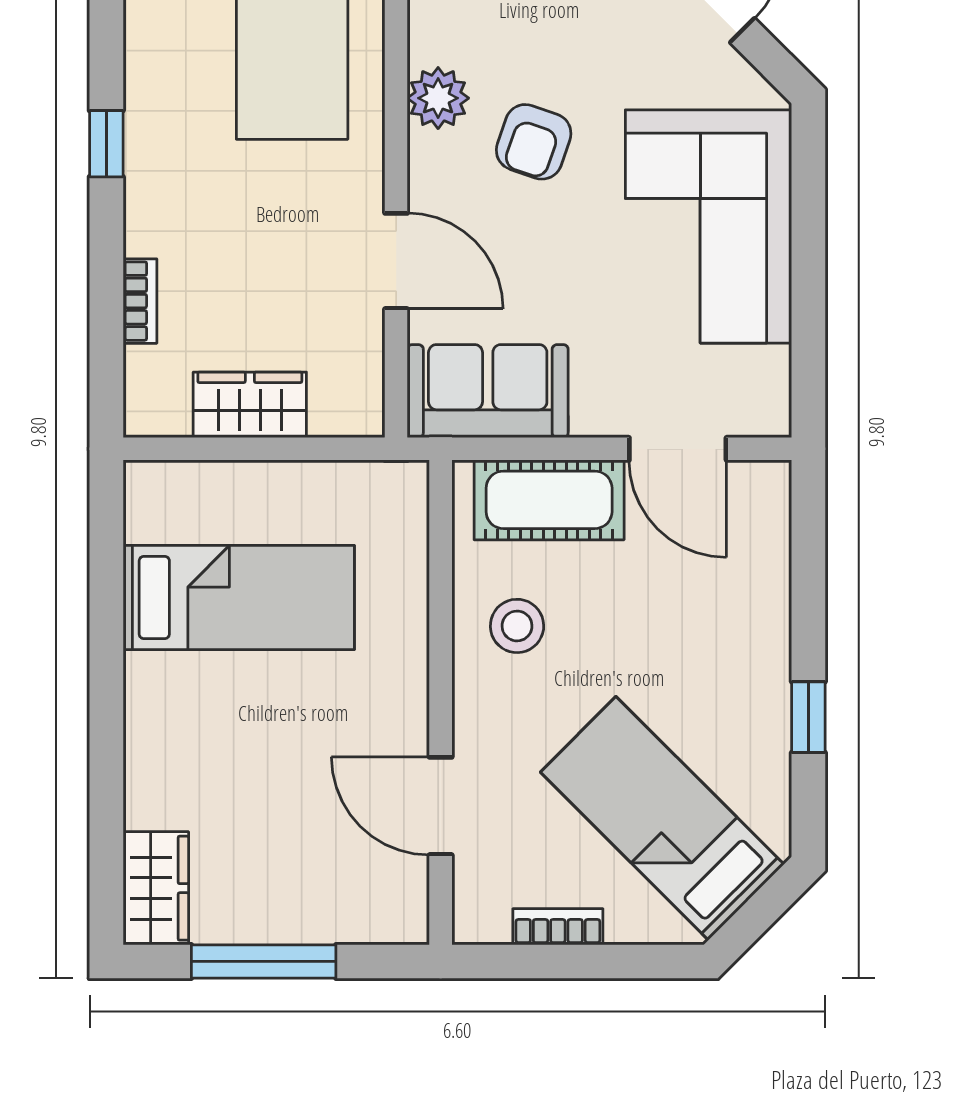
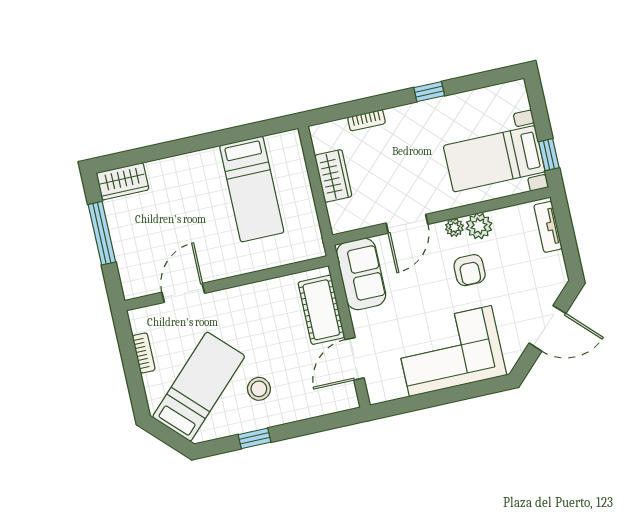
armchair: (534, 142) -> (470, 270), turned -109
plant: (429, 155) -> (454, 227), added
stool: (517, 626) -> (259, 389), moved

